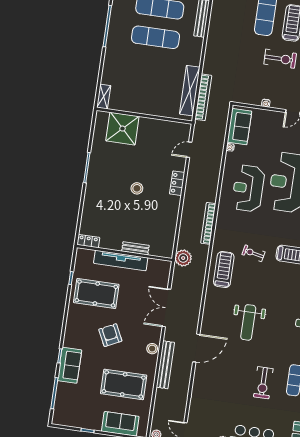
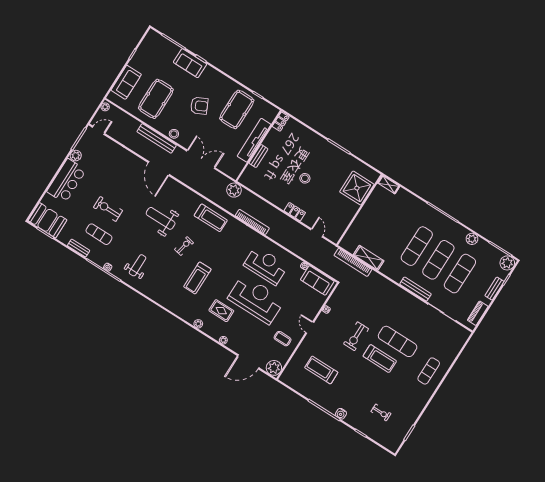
shelving: (190, 91) -> (369, 258), width x0.68
exercise bike: (253, 253) -> (184, 246), moved

